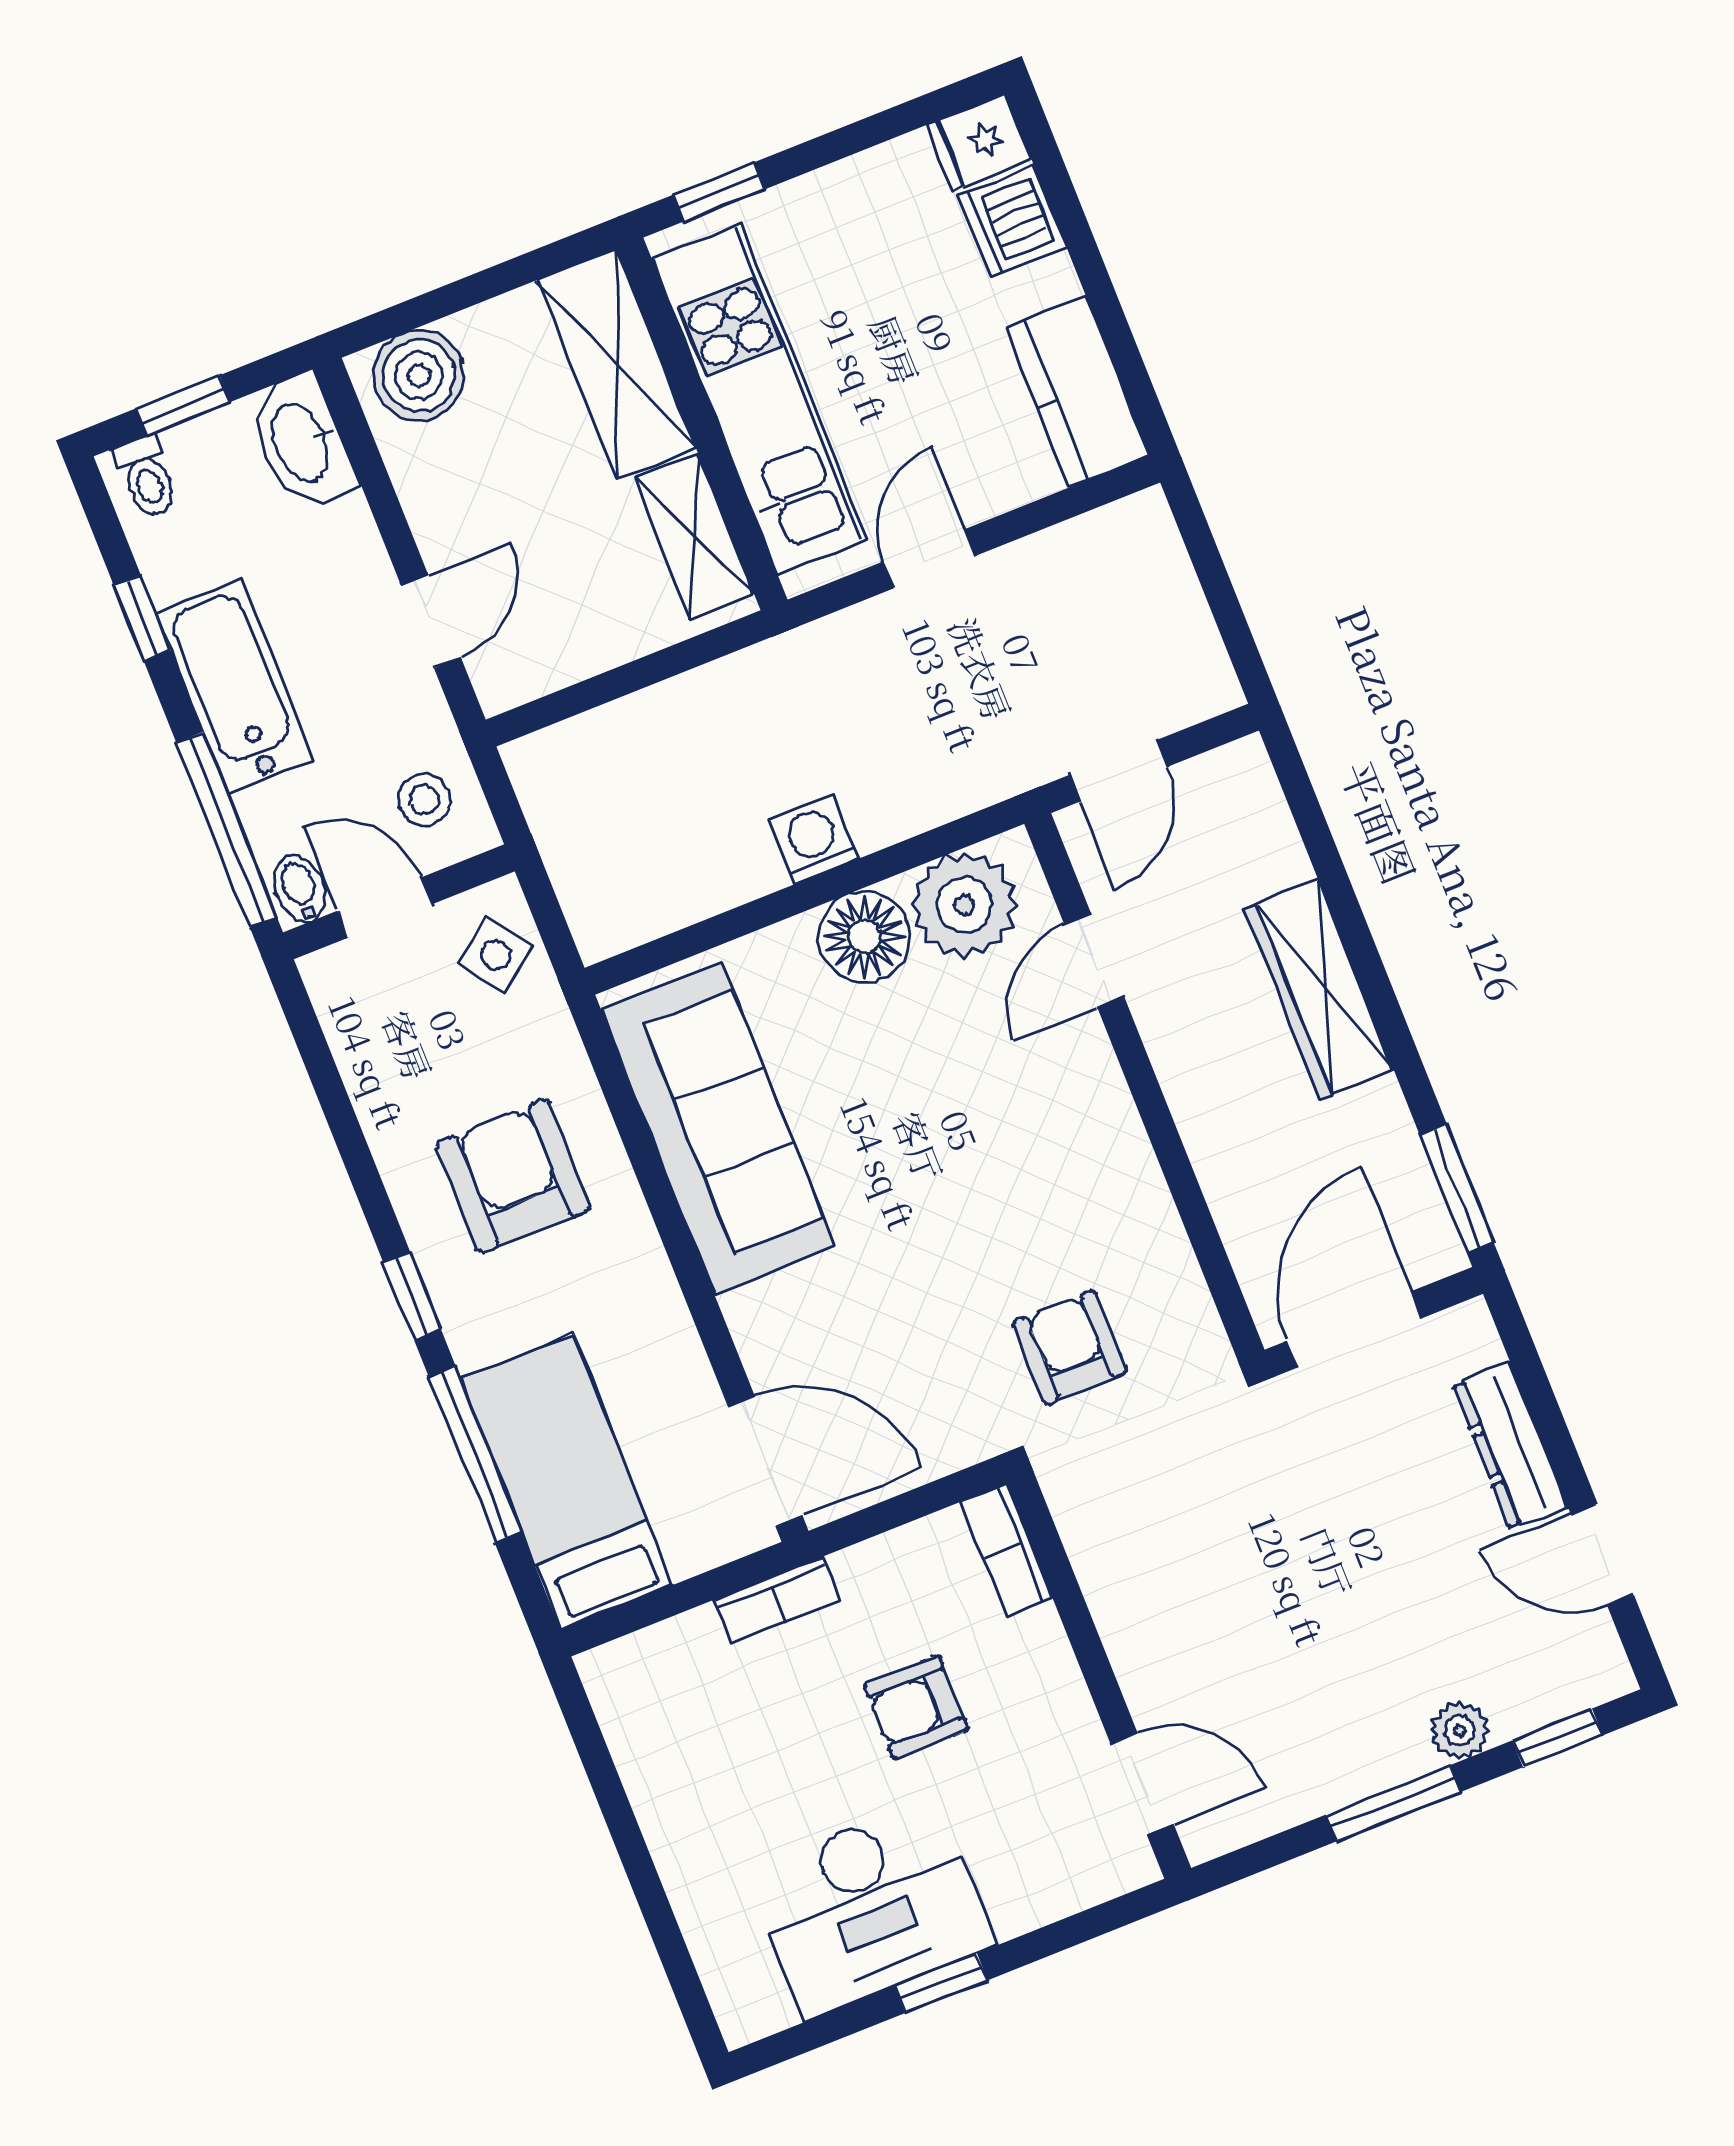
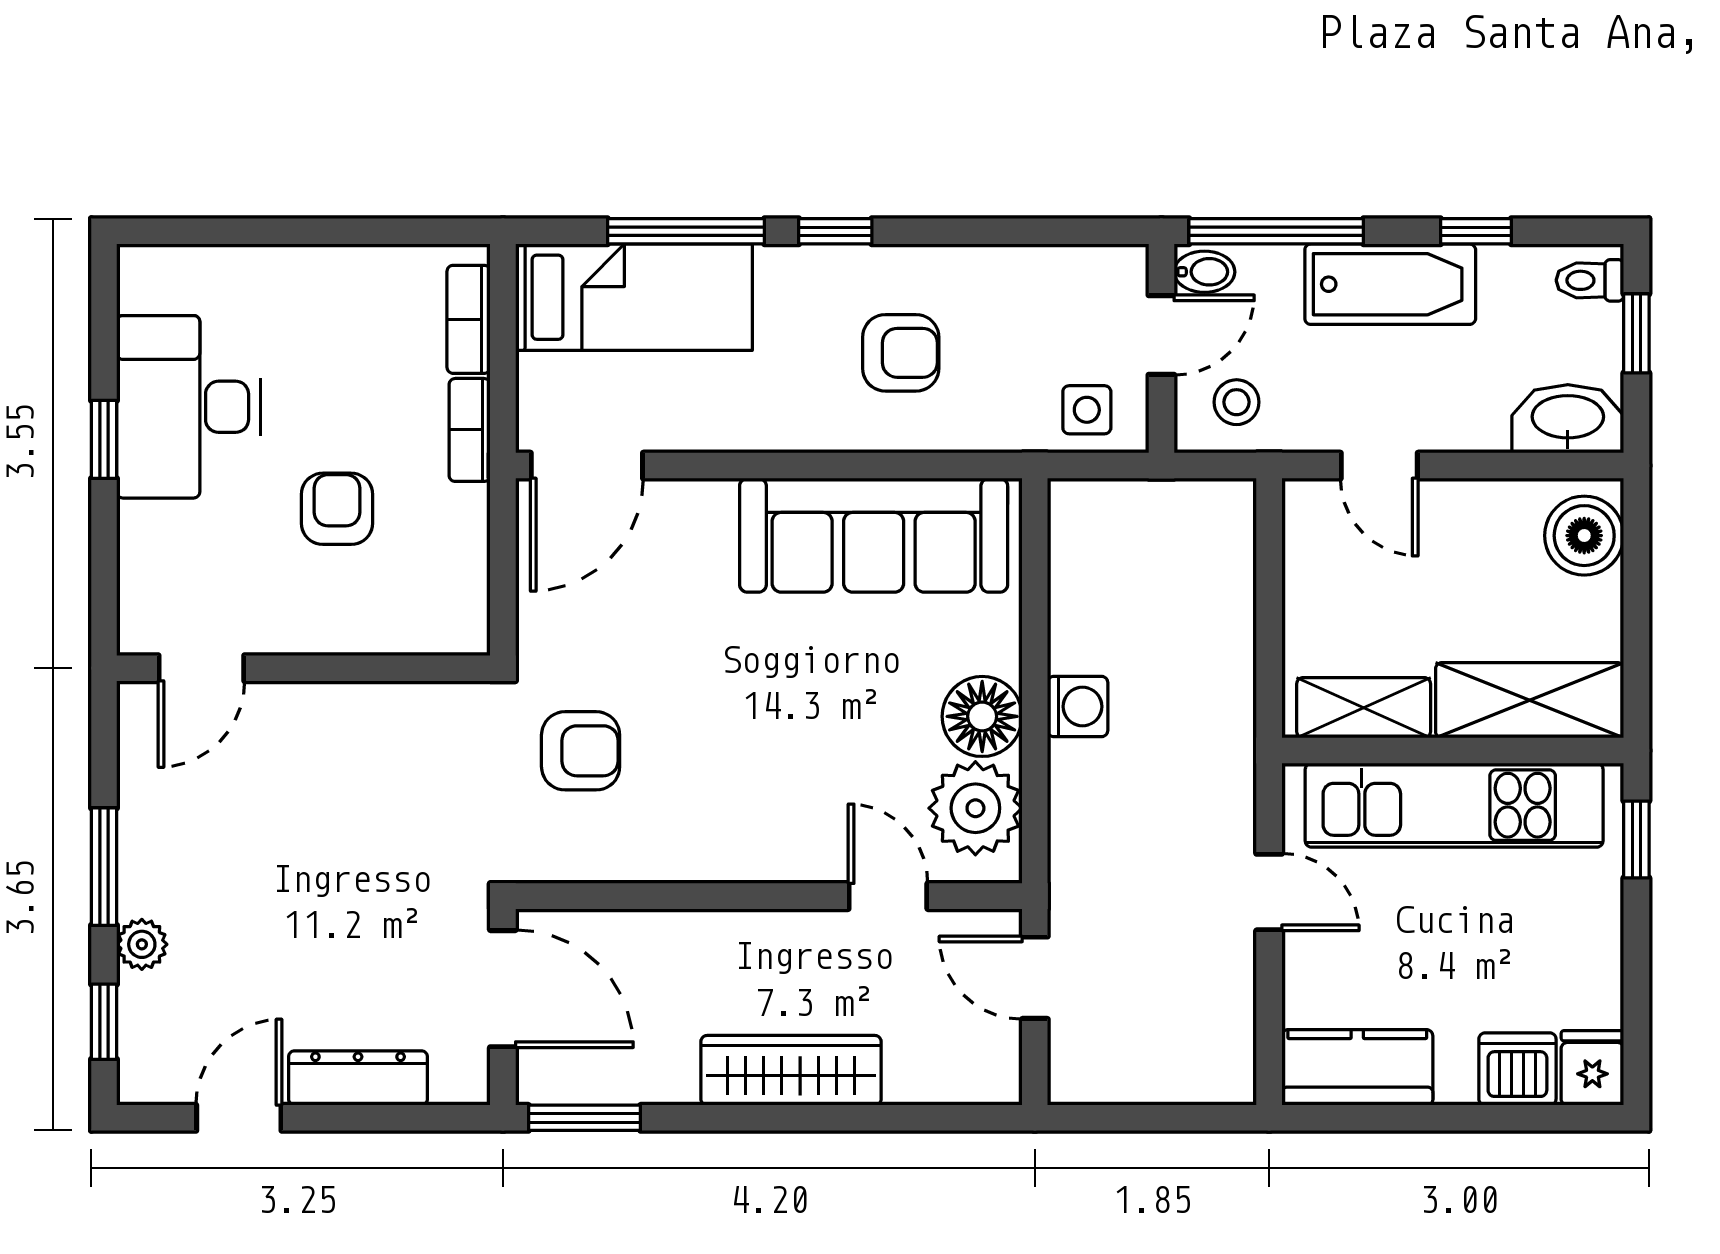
side table: (495, 955) -> (1087, 410), turned 37
armchair: (513, 1176) -> (901, 353), width x0.72, depth x0.72
bookcase: (1007, 1550) -> (469, 319), moved, turned -90

